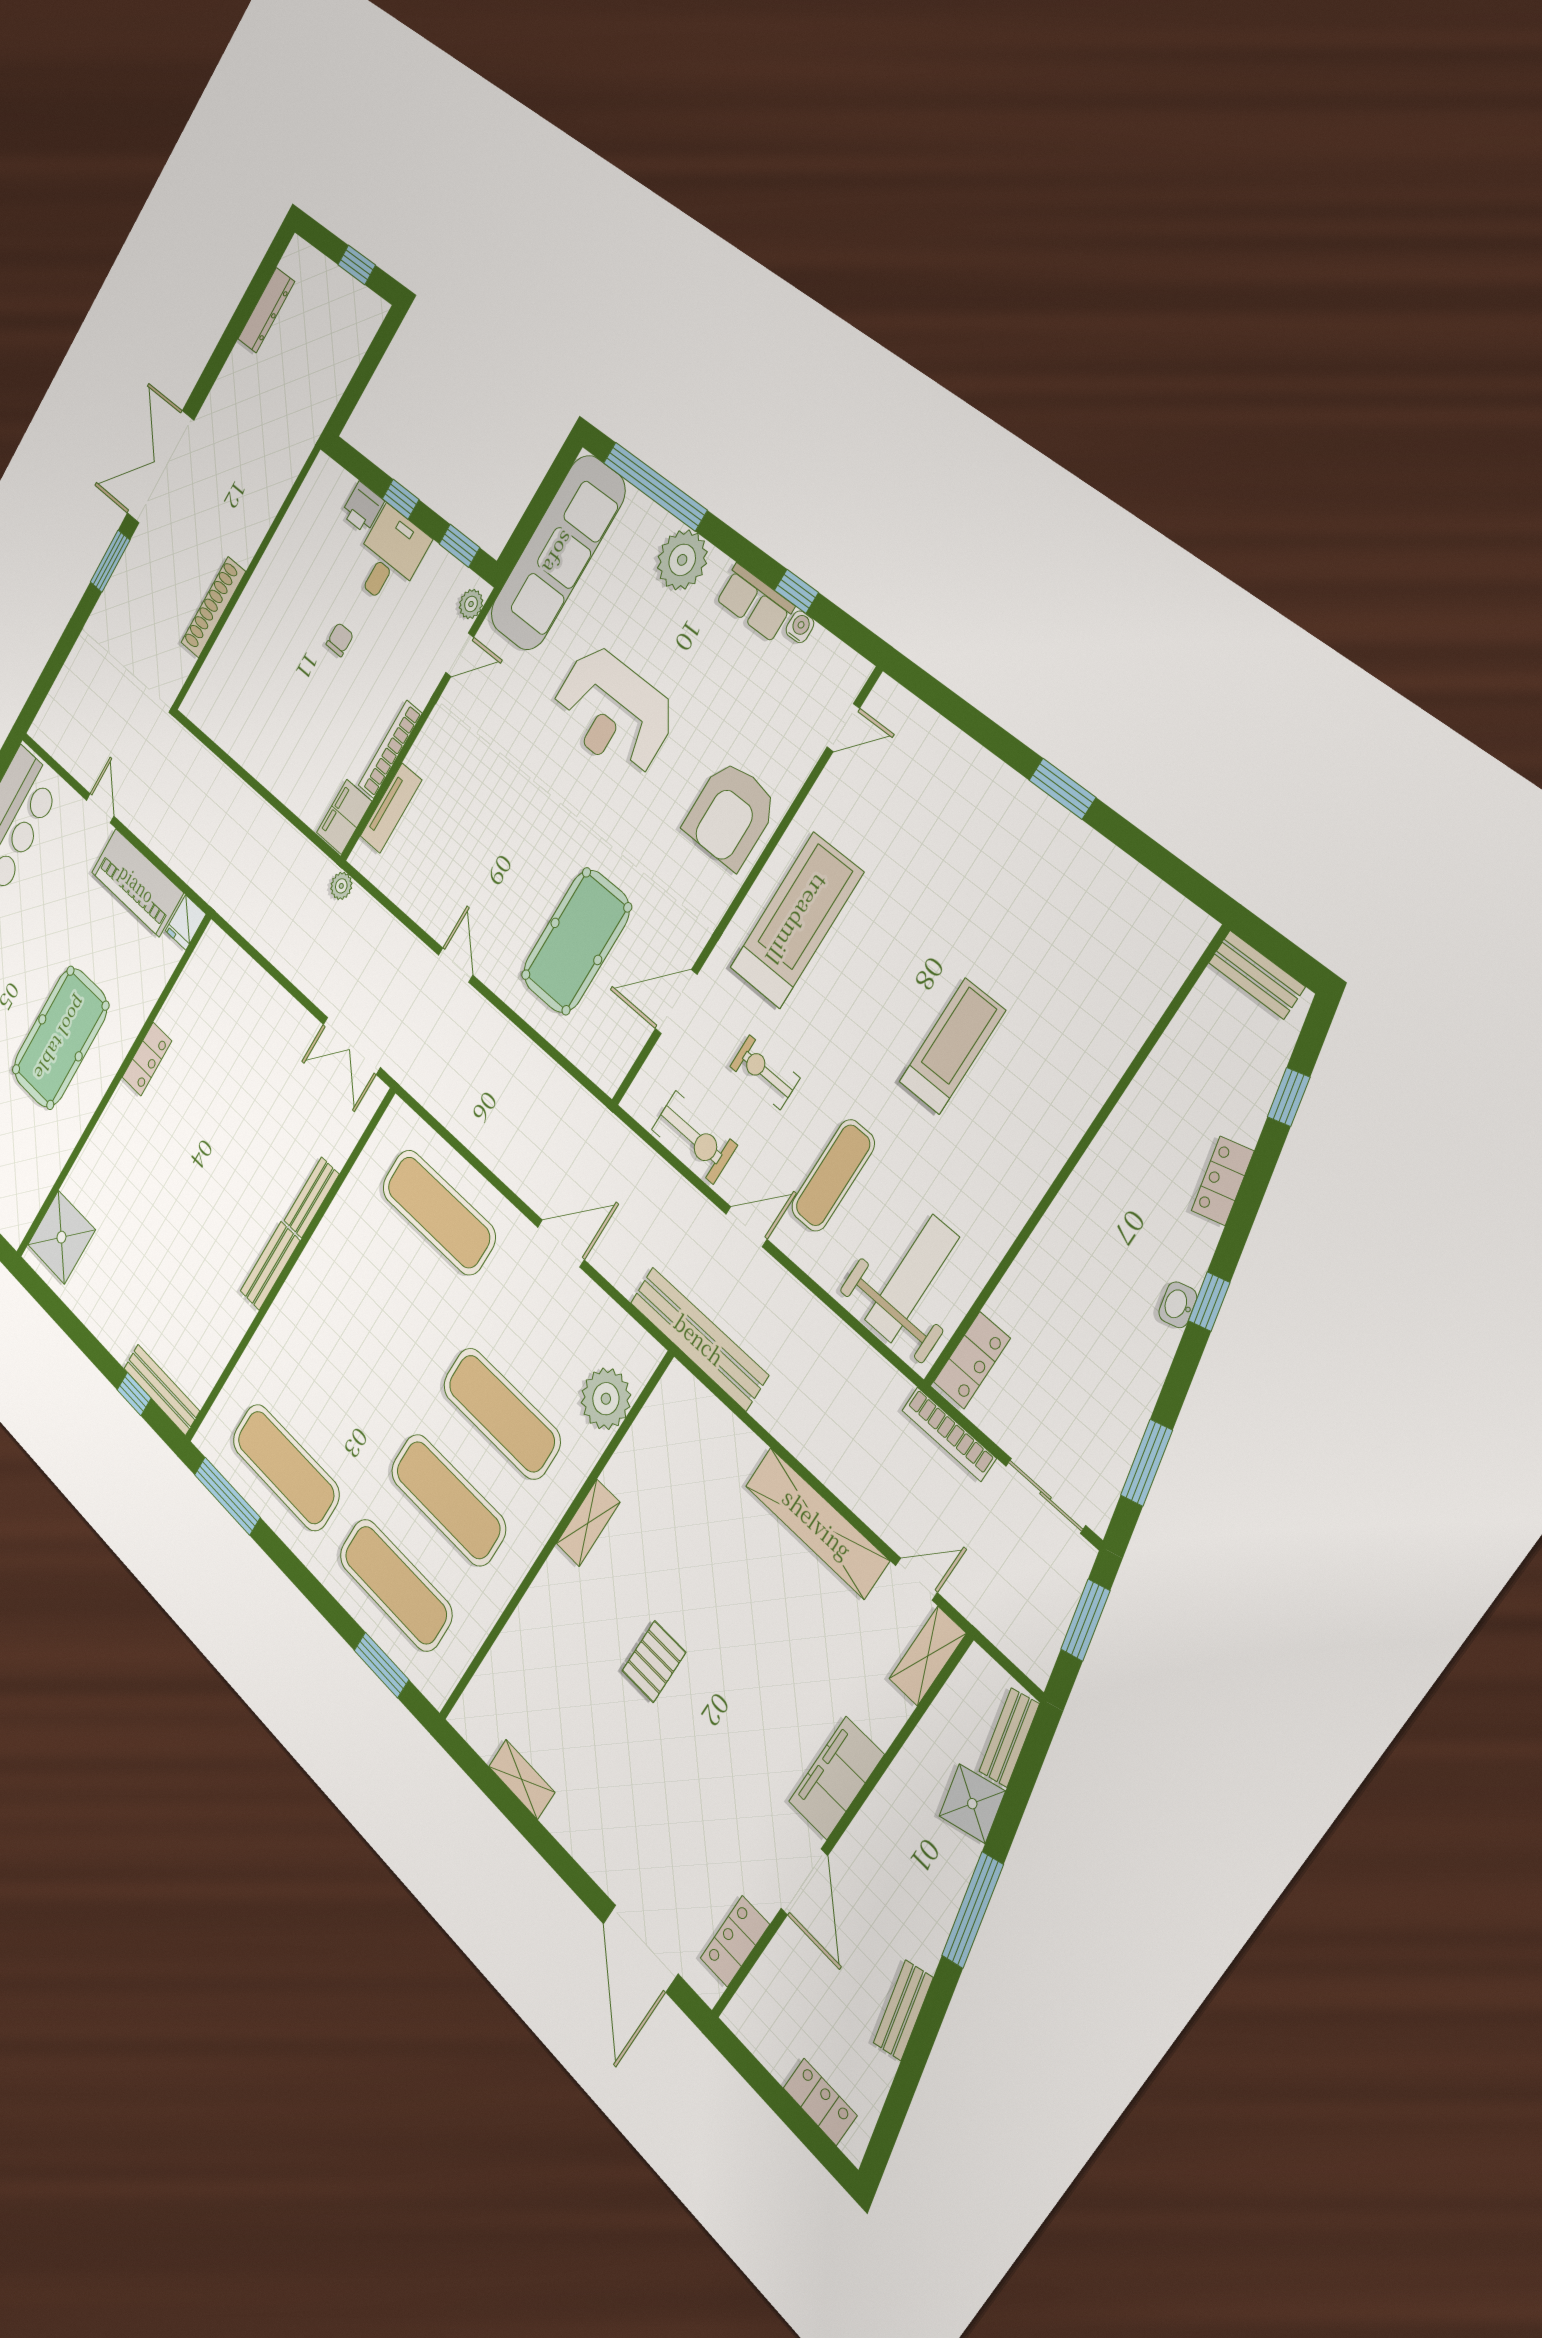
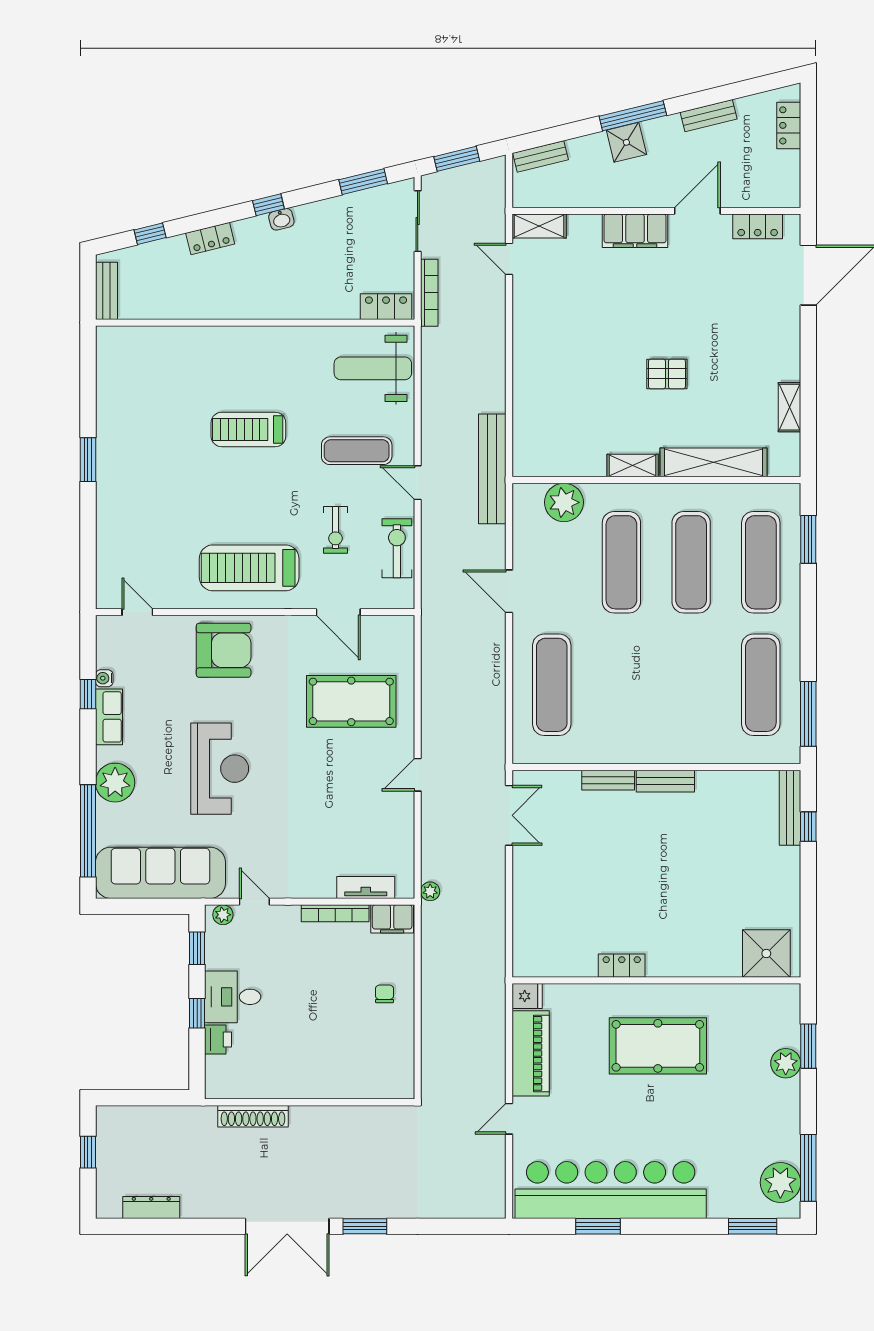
shoe rack: (213, 607) -> (253, 1116), moved
chair: (340, 640) -> (384, 994), moved, turned 90
shelving: (817, 1523) -> (714, 462), moved, turned 90
shower: (972, 1804) -> (626, 142), moved

